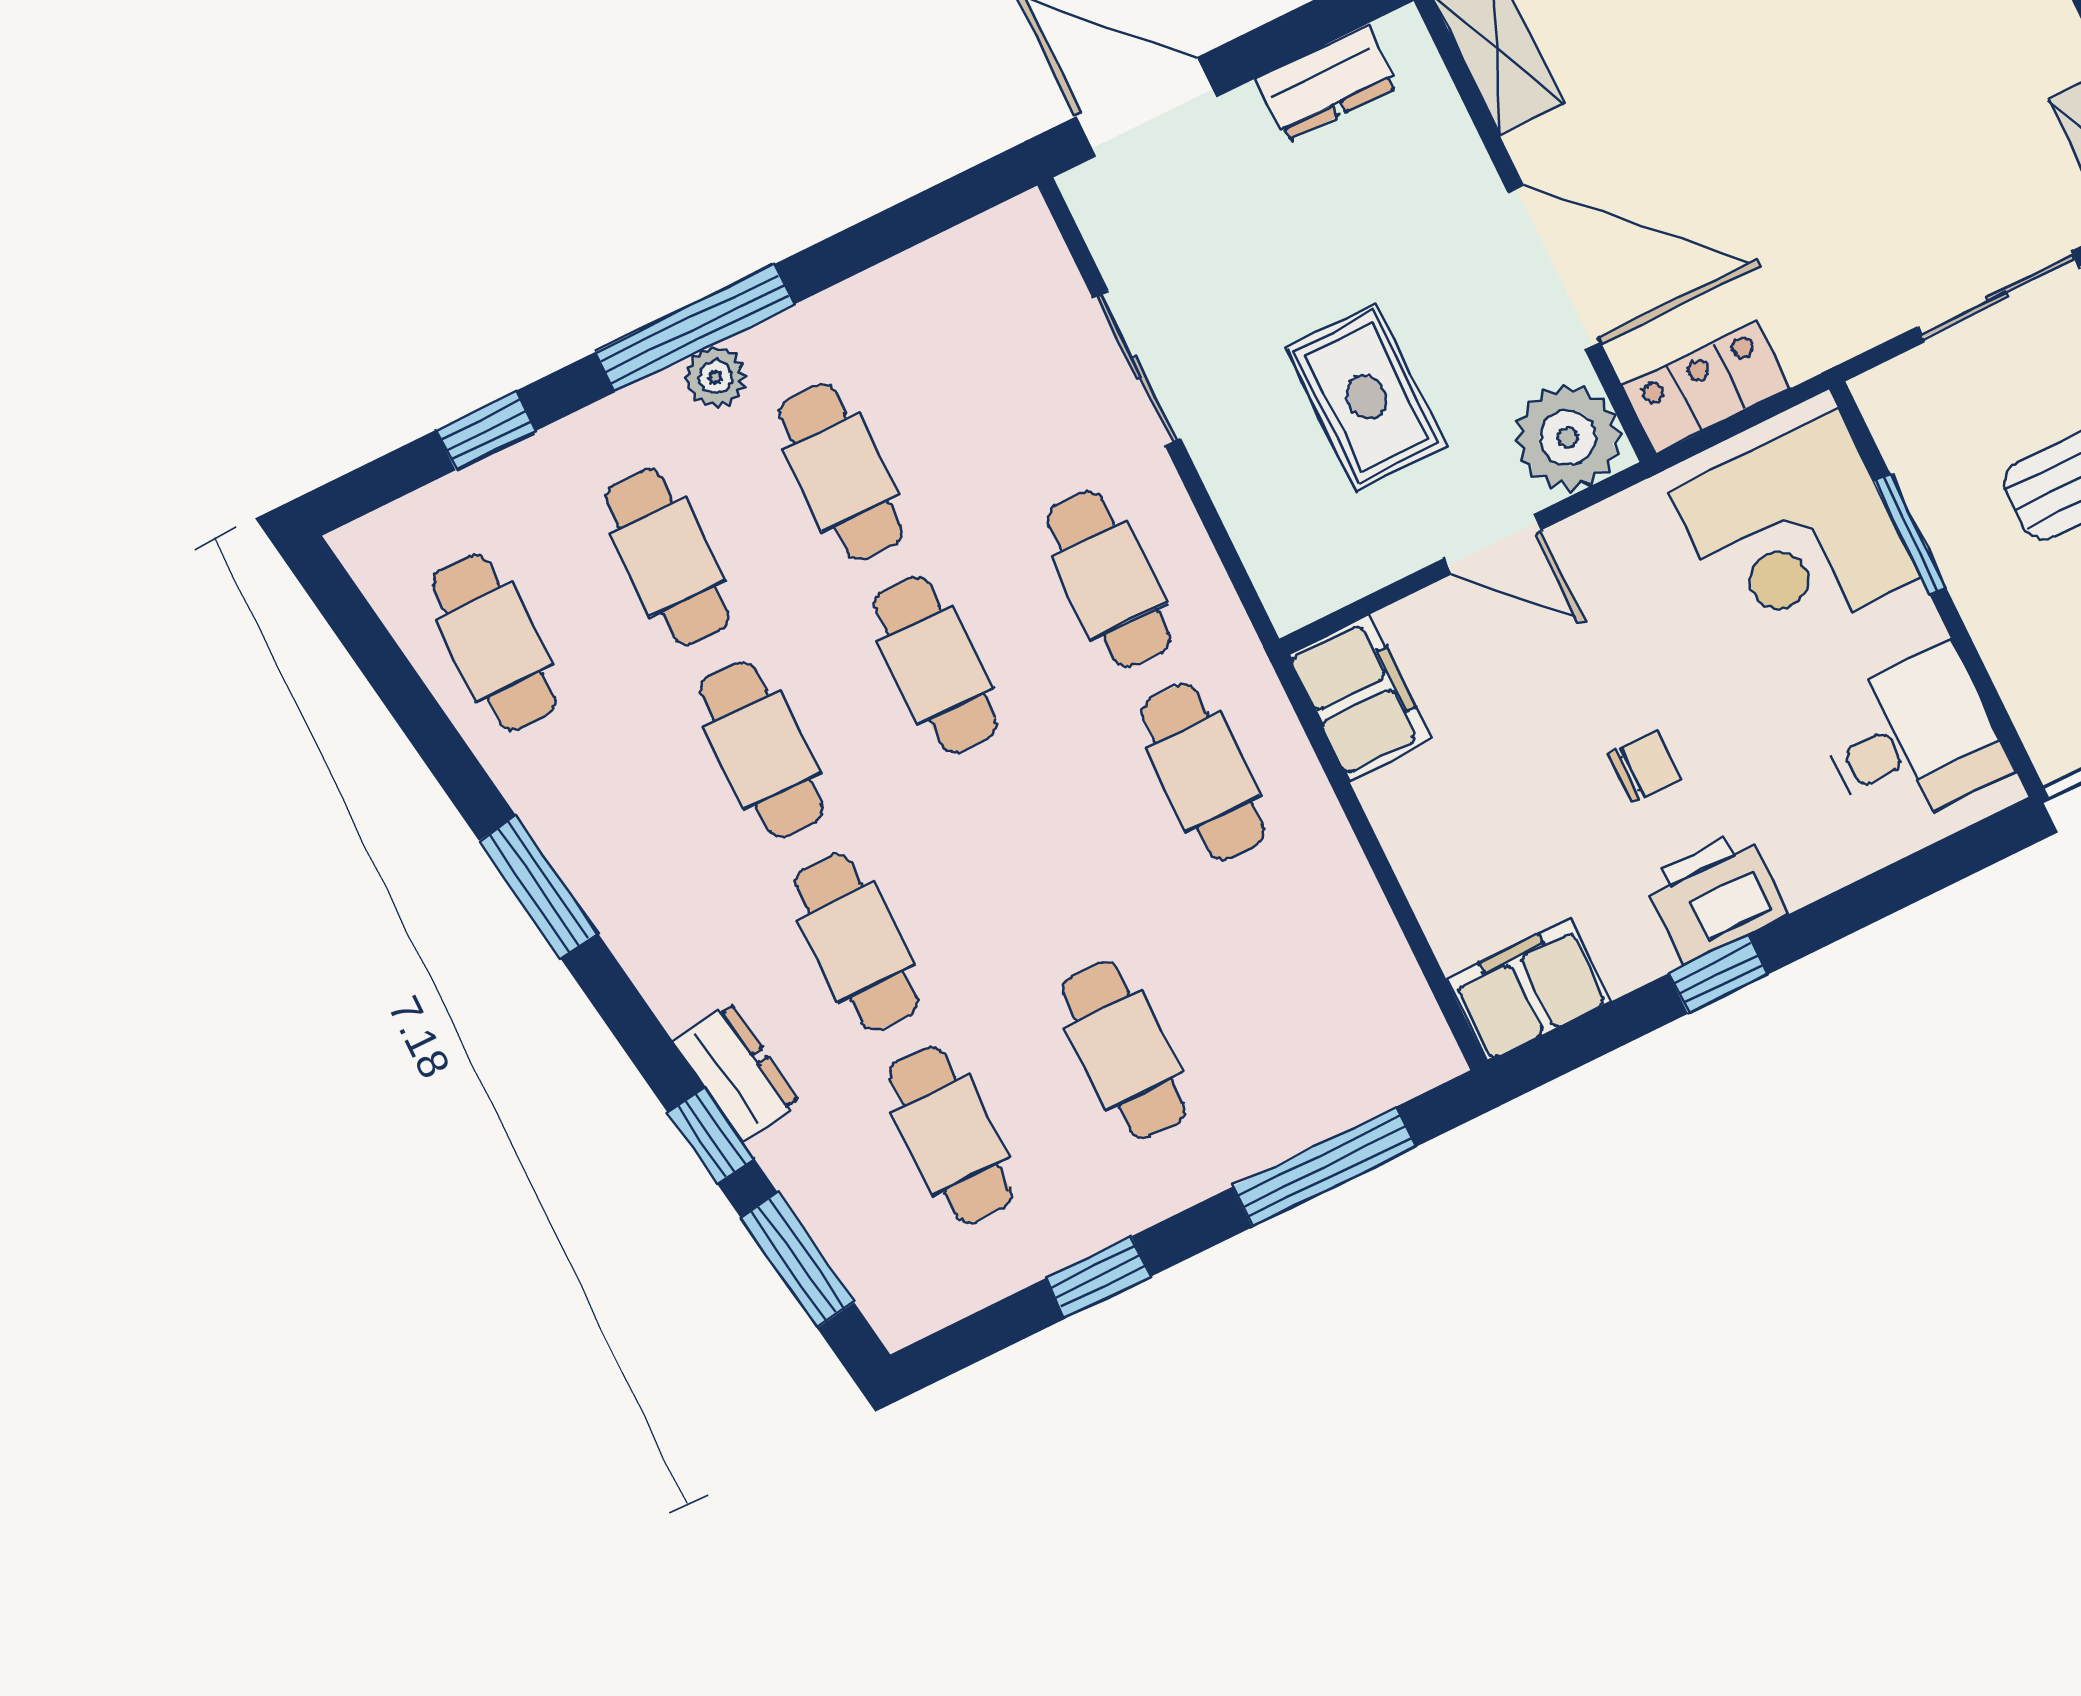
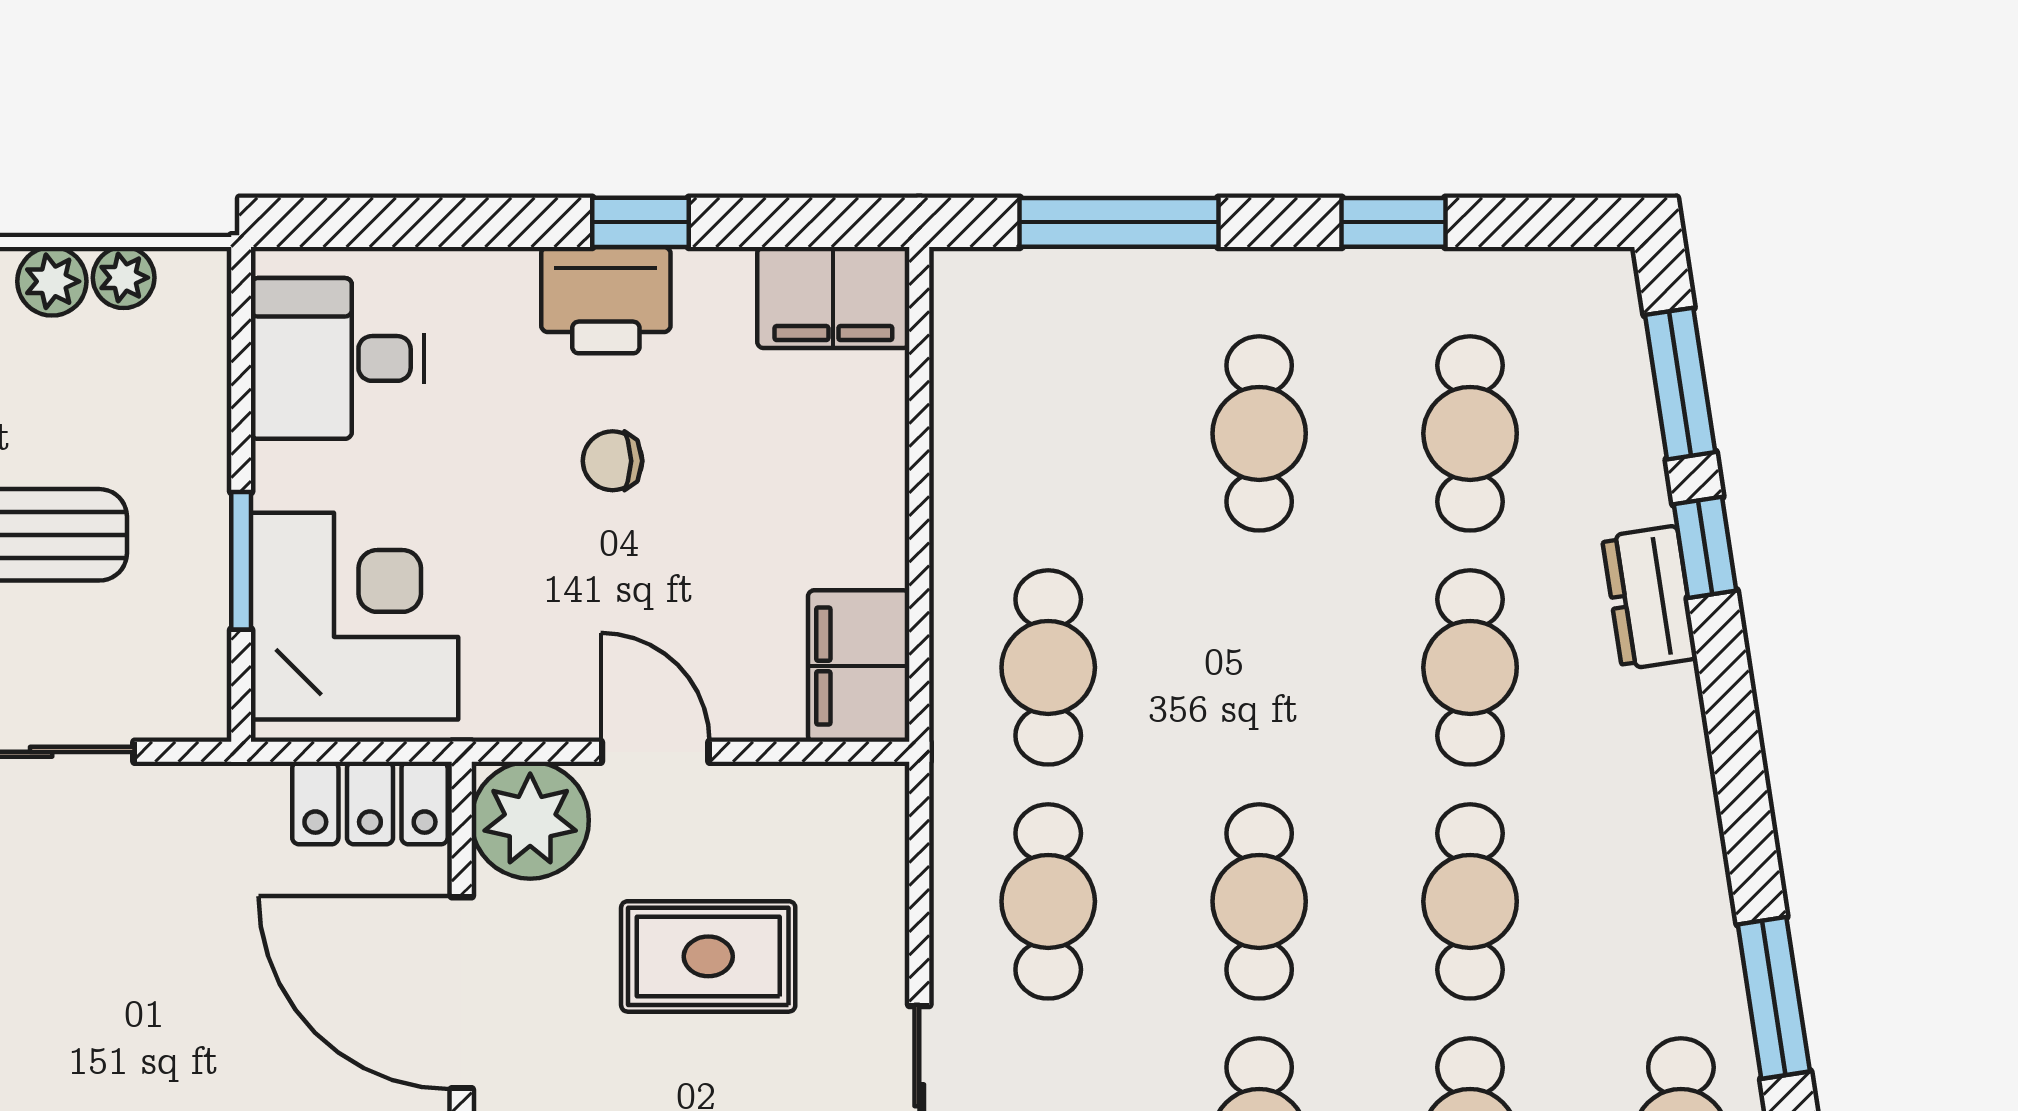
rug: (1366, 397) -> (708, 956), turned 90
window: (538, 887) -> (1774, 998), moved

